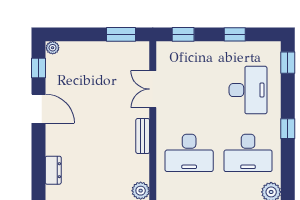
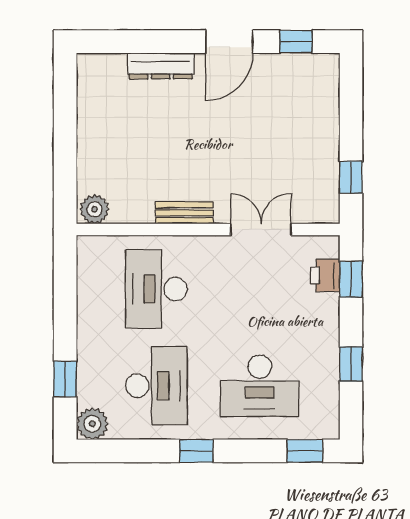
window: (121, 34) -> (351, 177), width x0.67
plant: (53, 48) -> (329, 65), removed
printer: (181, 50) -> (325, 276), added
desk: (248, 153) -> (156, 386), turned 180
dresser: (53, 170) -> (161, 66), moved, width x1.44

